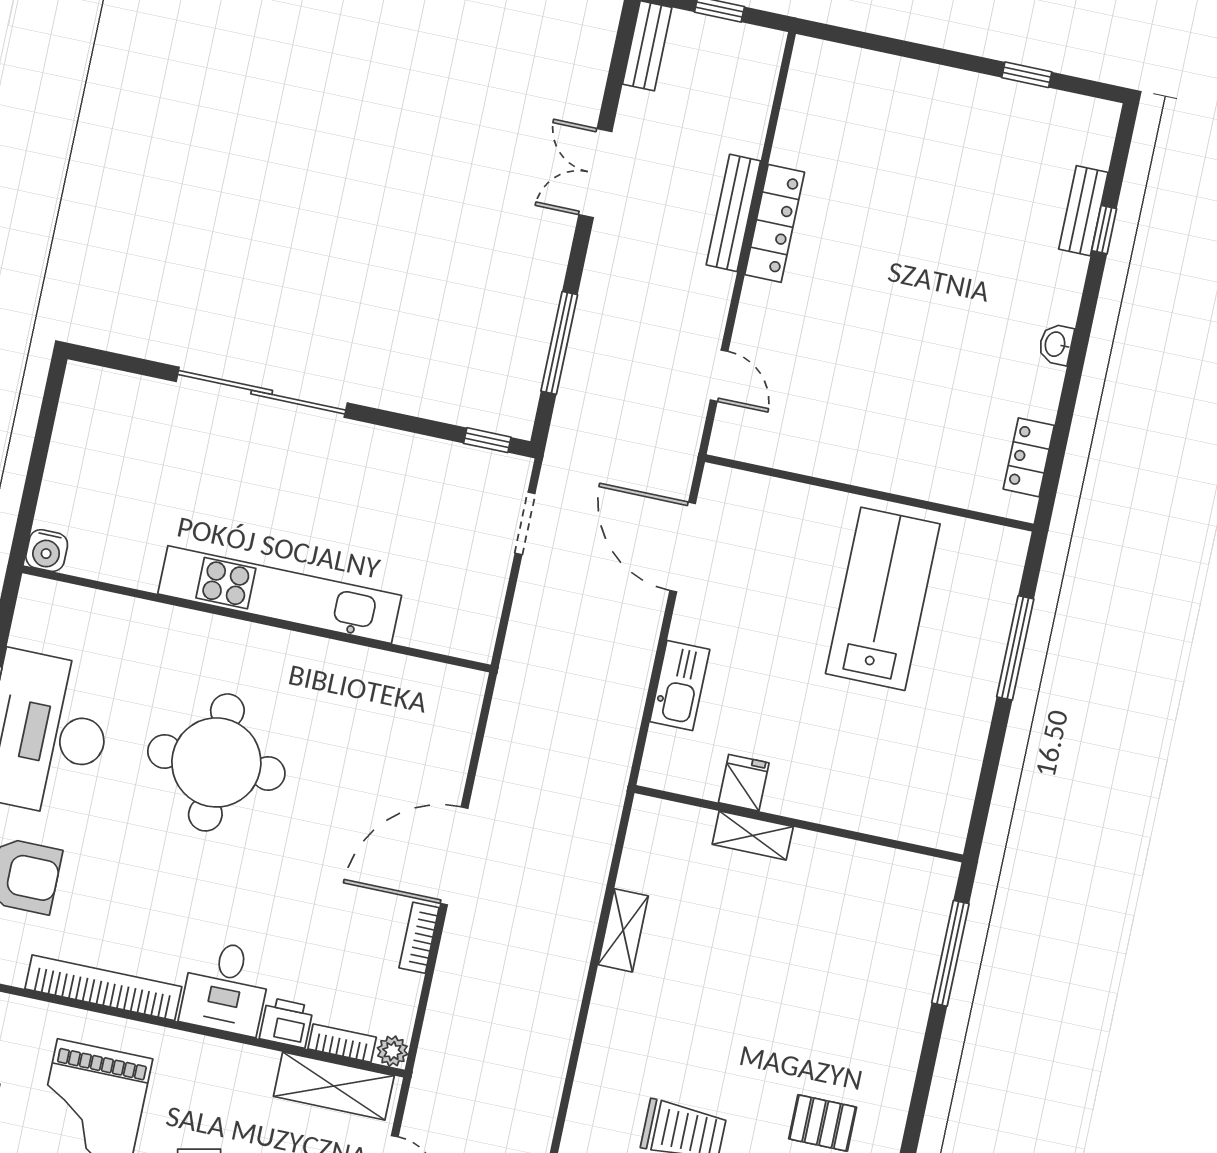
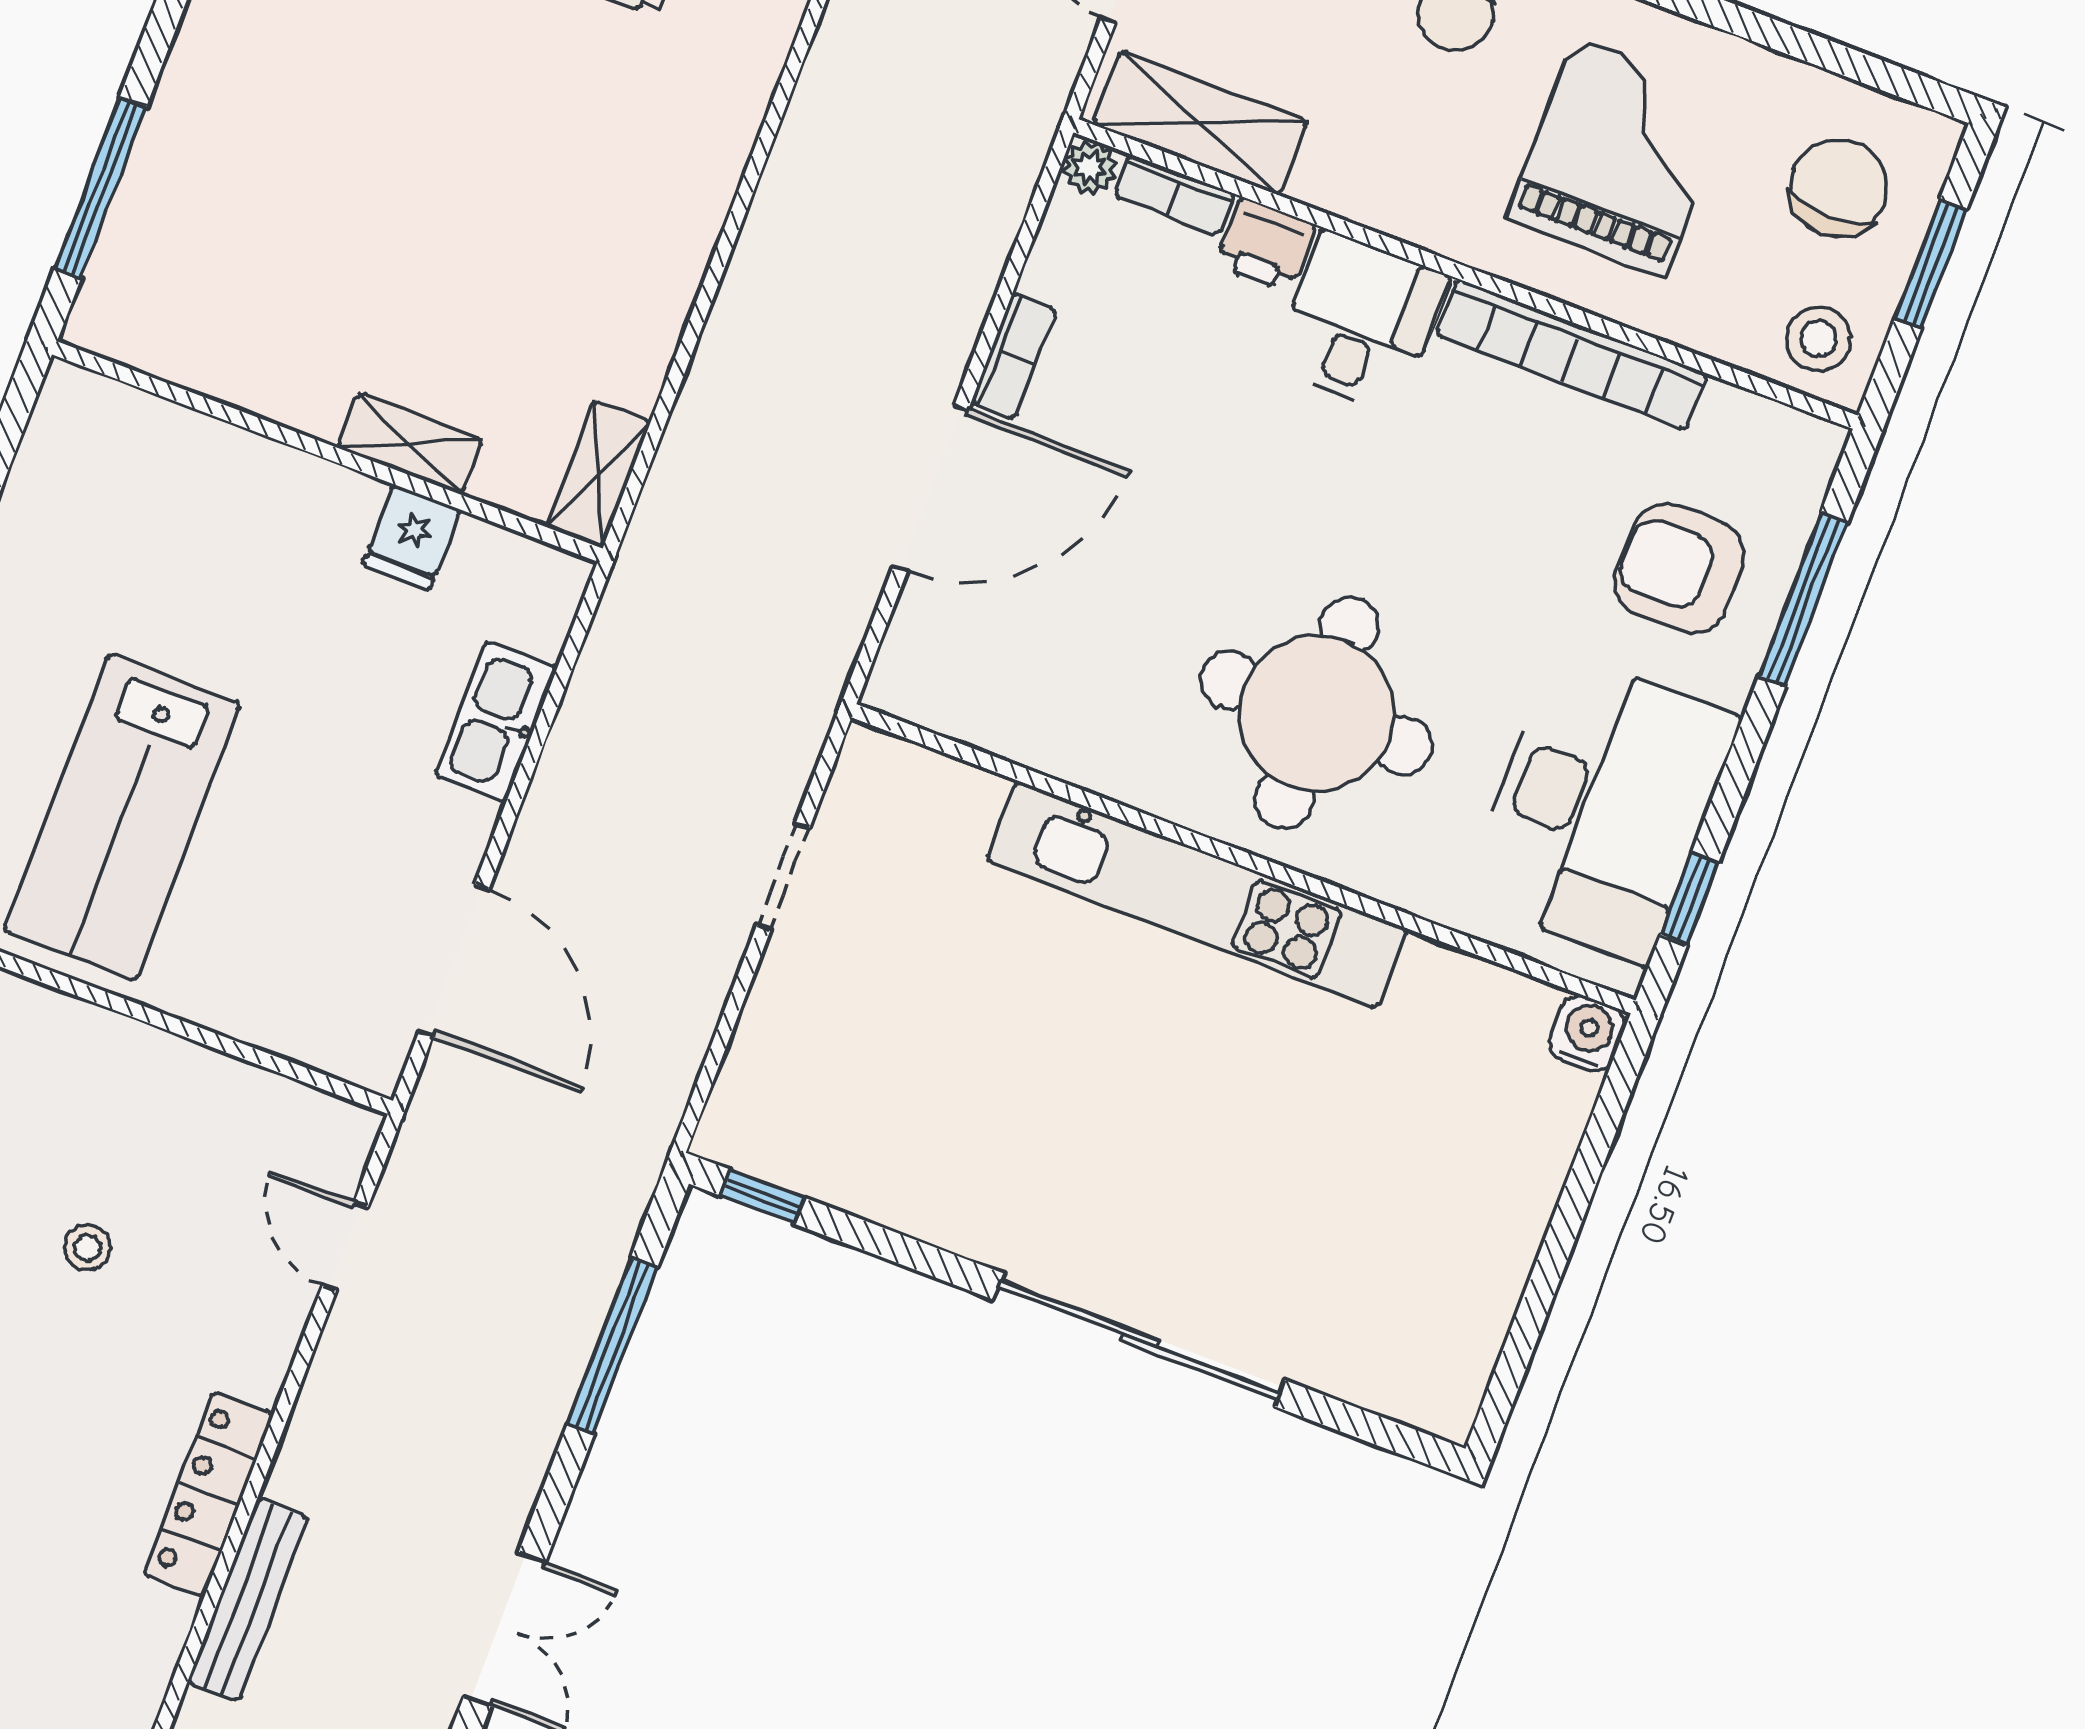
bench: (733, 213) -> (248, 1600), moved
stool: (865, 352) -> (87, 1248), added
doorway: (525, 523) -> (783, 877), moved
water cooler: (47, 551) -> (1587, 1033), moved
kitchen unit: (280, 595) -> (1197, 895), moved
wall: (256, 619) -> (1244, 859), moved
shelving: (623, 930) -> (598, 474), moved

